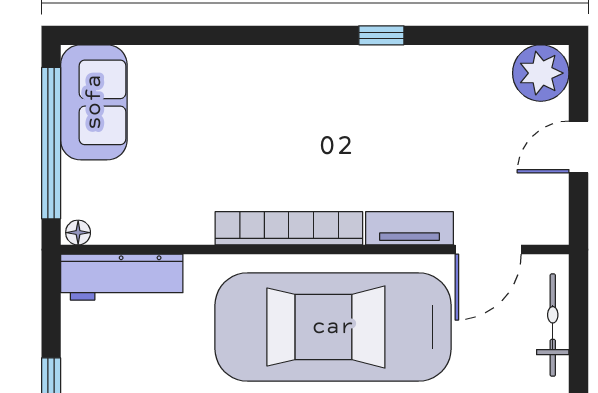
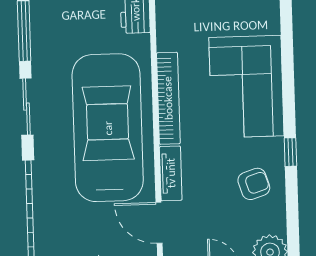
armchair: (431, 96) -> (254, 184), added
corner sofa: (274, 103) -> (246, 87), added

